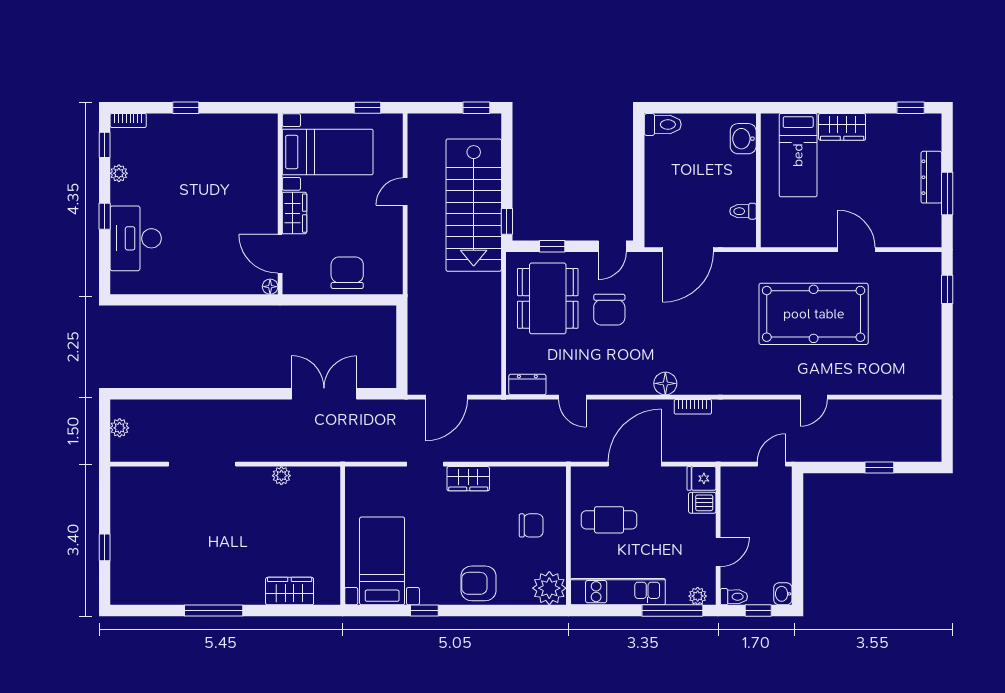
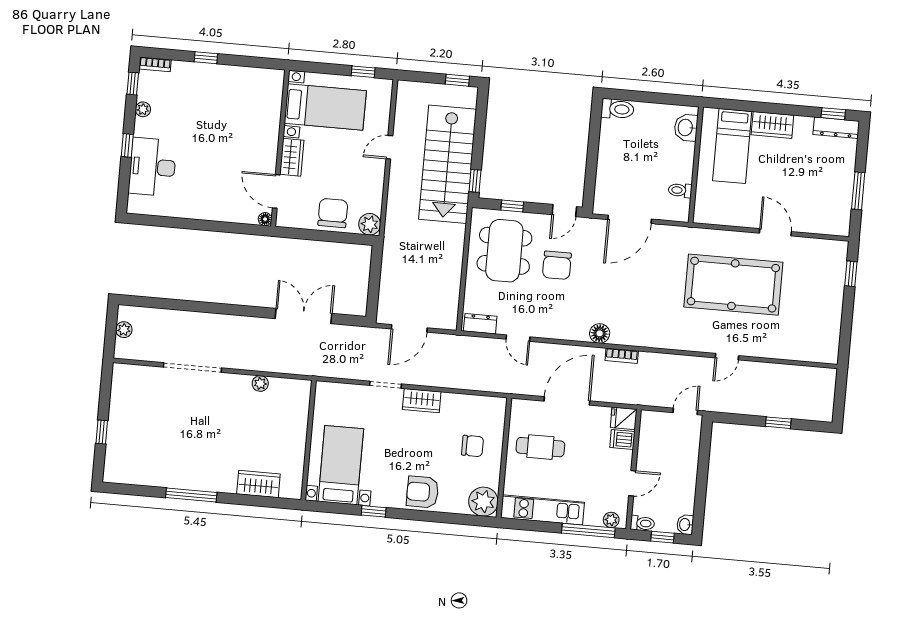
dresser: (931, 177) -> (836, 128), moved, turned -90
plant: (390, 282) -> (370, 224), added

